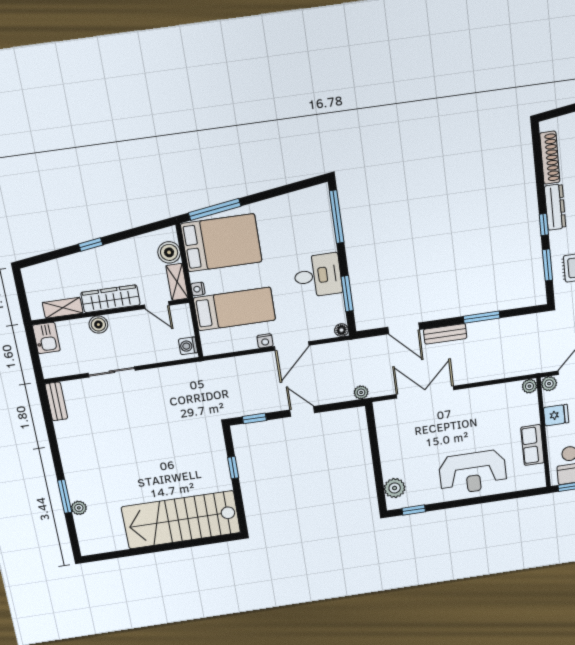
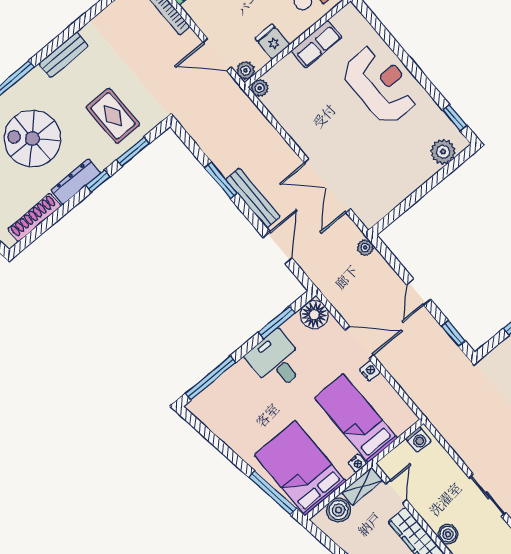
floor lamp: (341, 330) -> (314, 315), width x1.89, depth x1.89
bench: (445, 334) -> (253, 198), width x1.36

